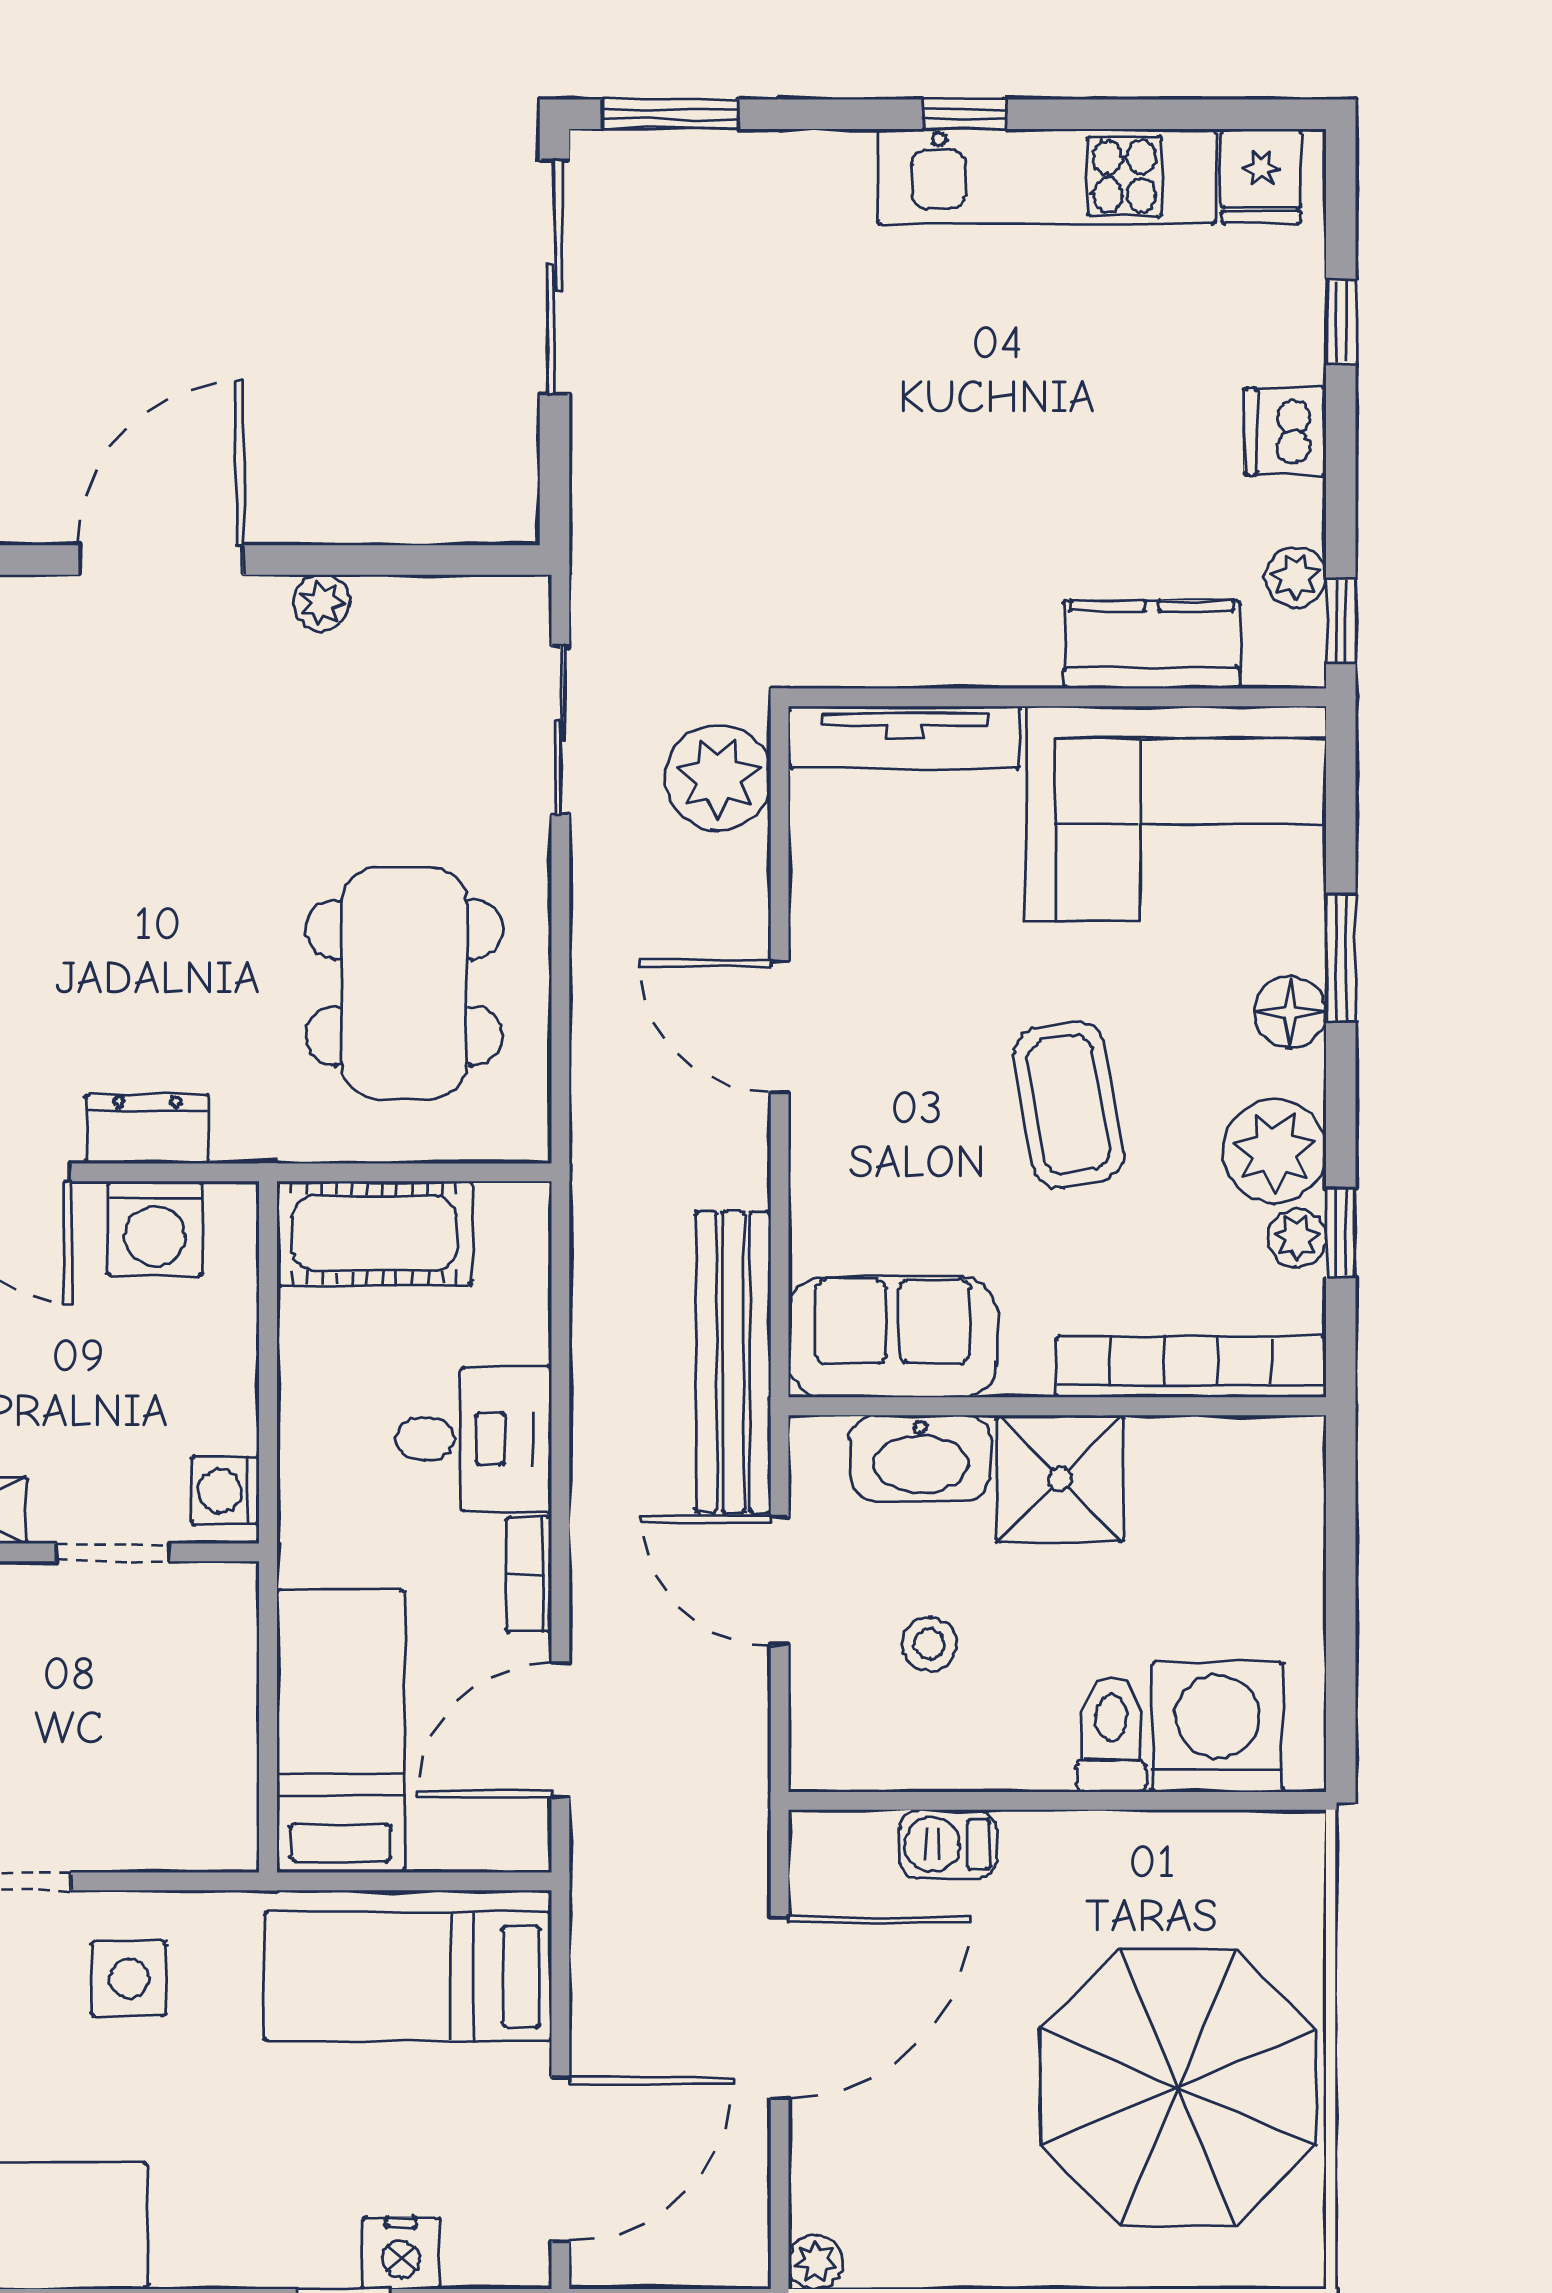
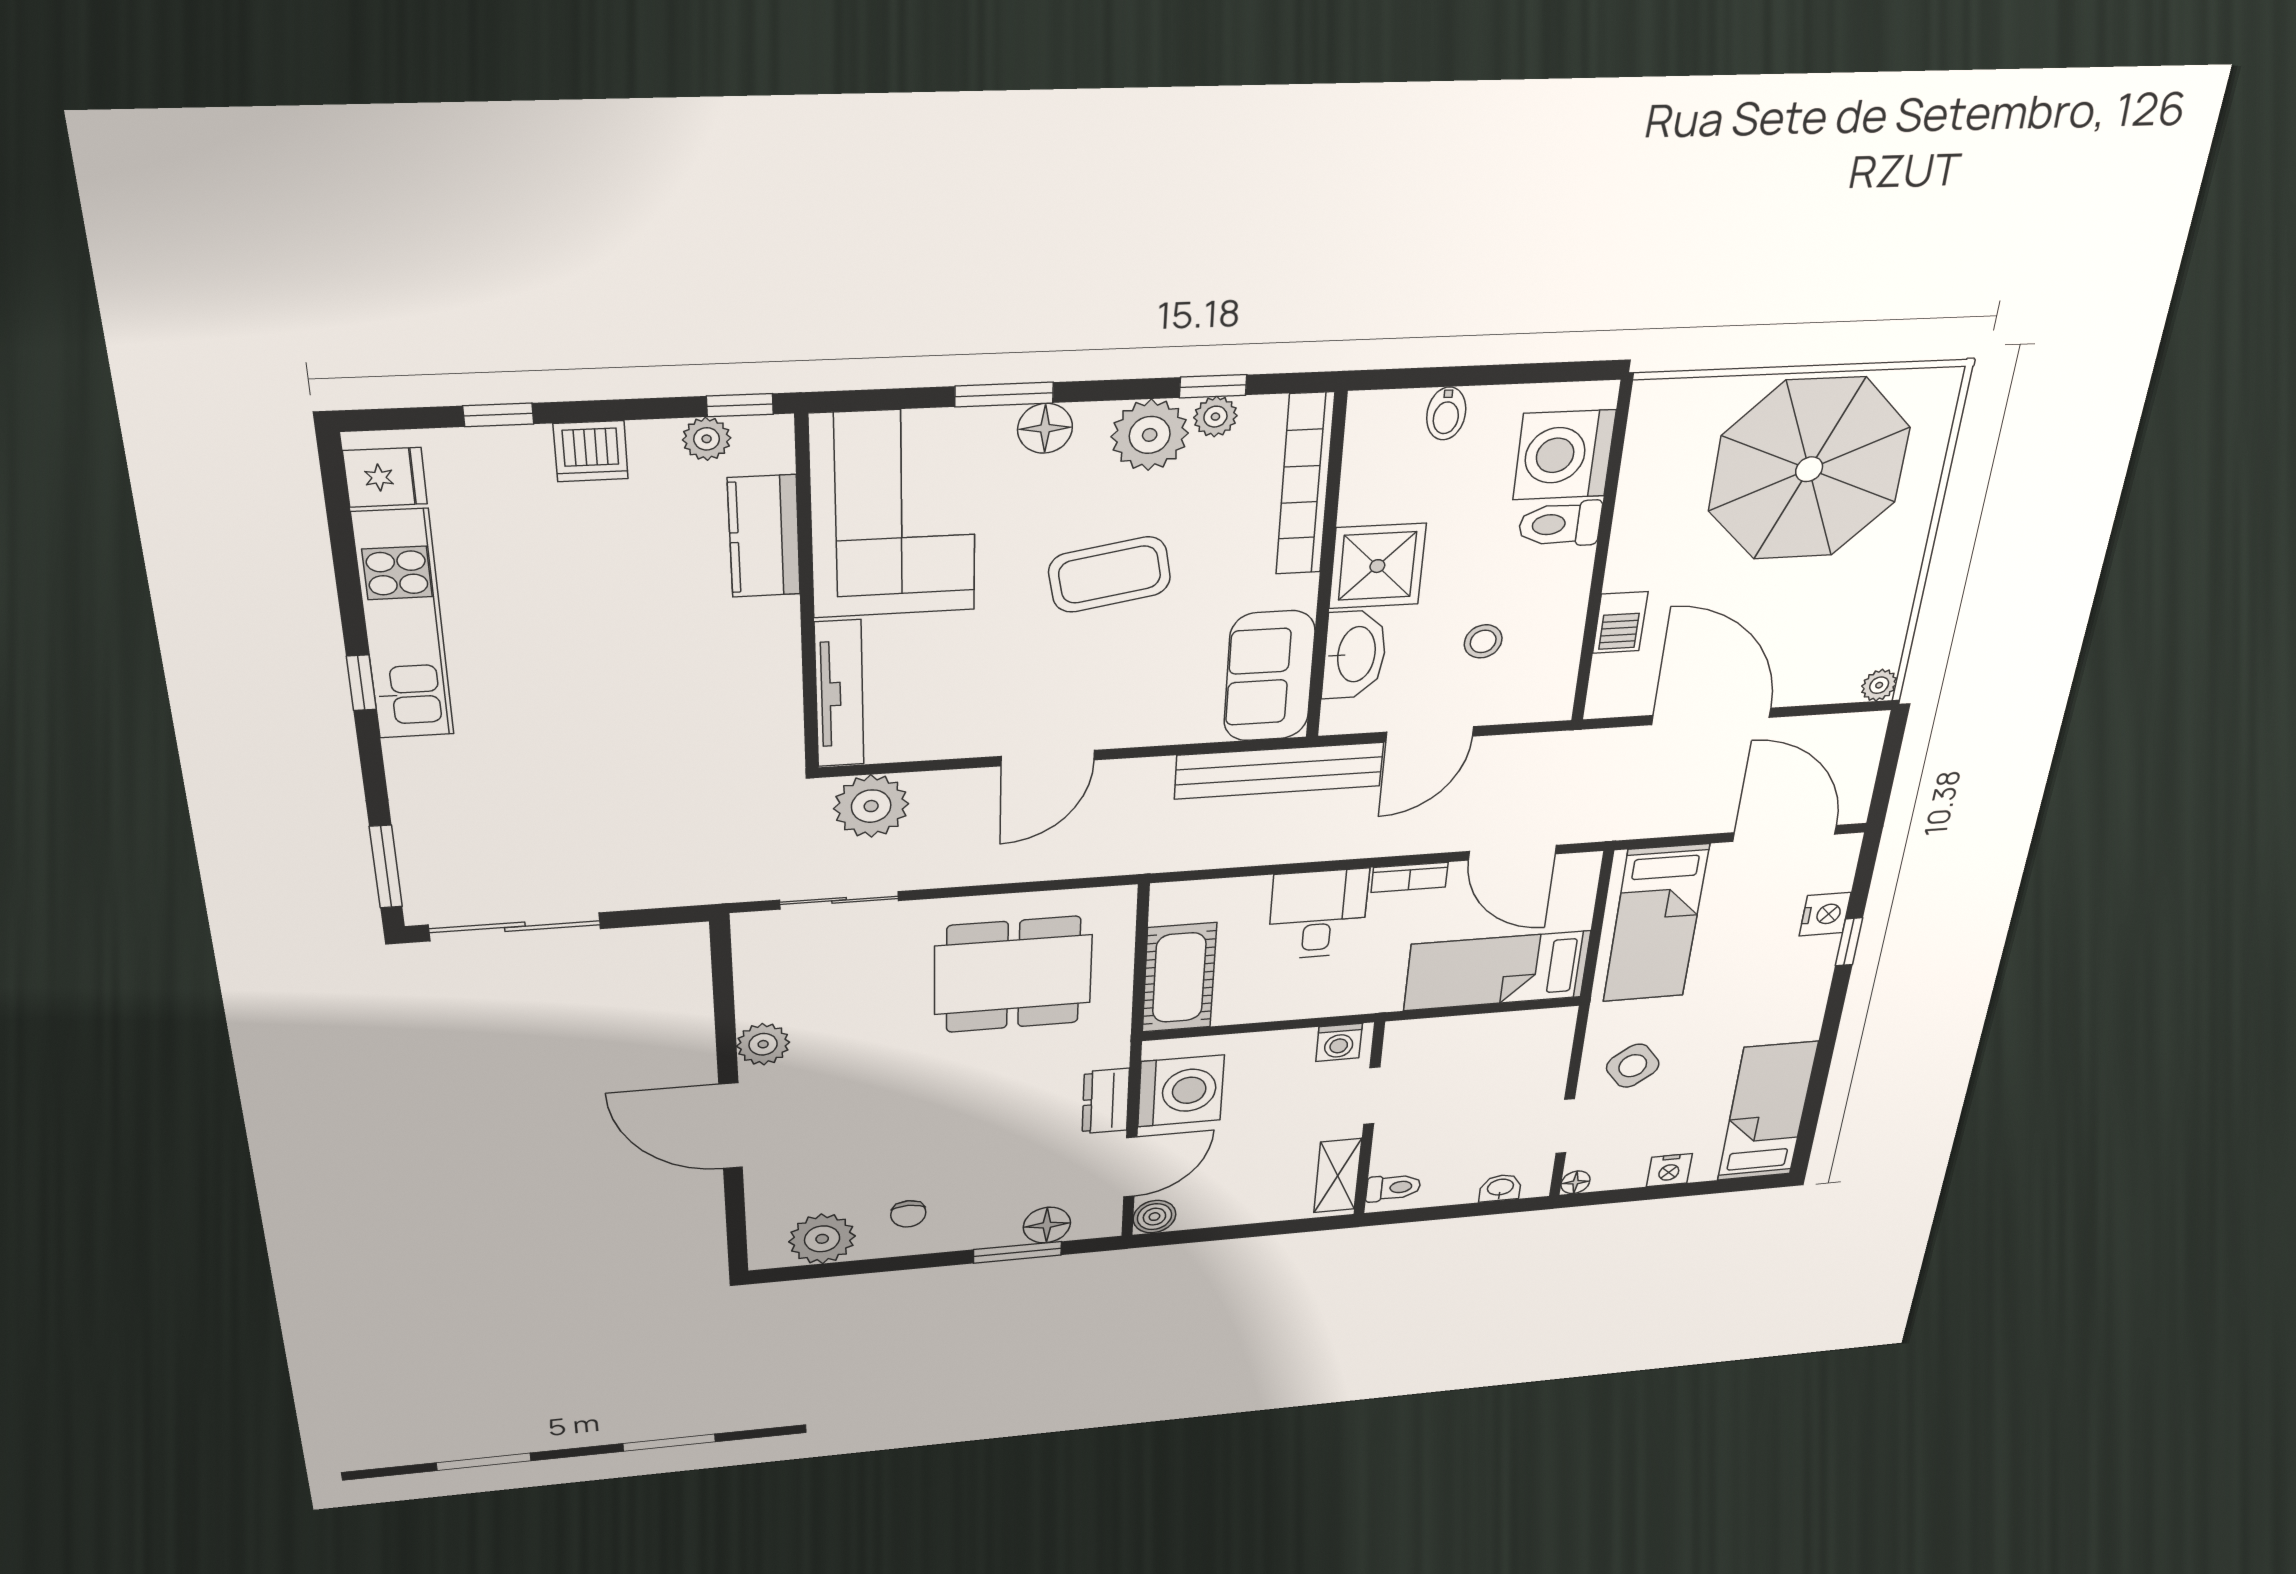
plant: (322, 603) -> (763, 1044), width x1.38, depth x1.38
washing machine: (155, 1228) -> (1181, 1091), width x1.37, depth x1.37
bidet: (1287, 1553) -> (1446, 414), added
side table: (129, 1979) -> (1633, 1066), turned -37

